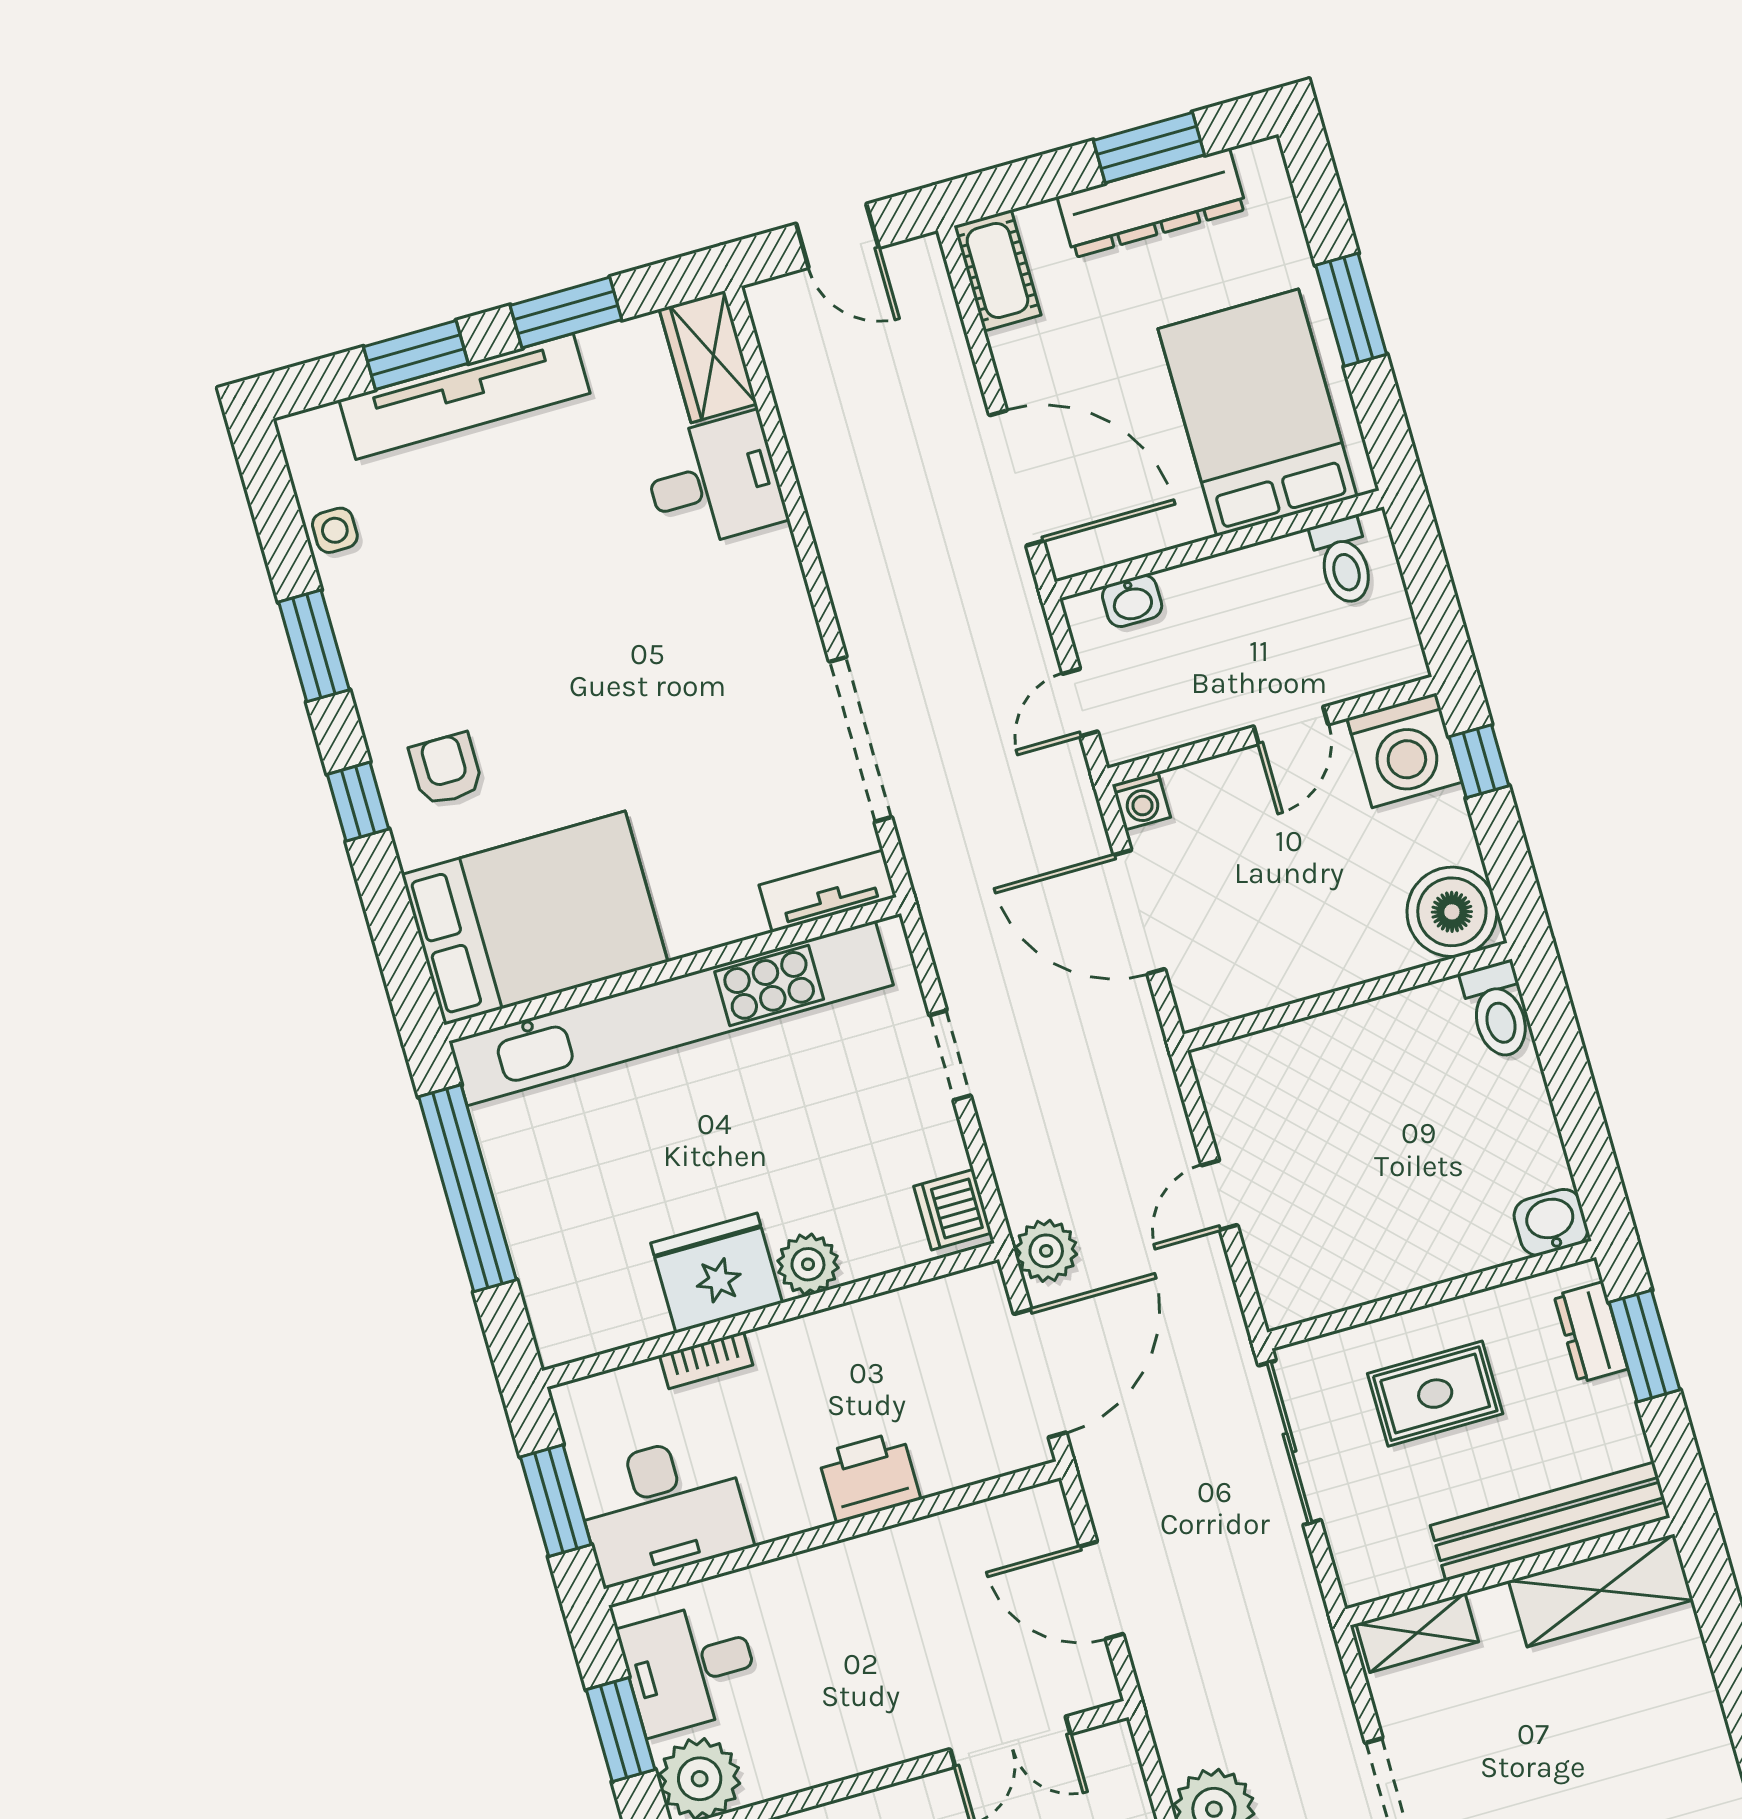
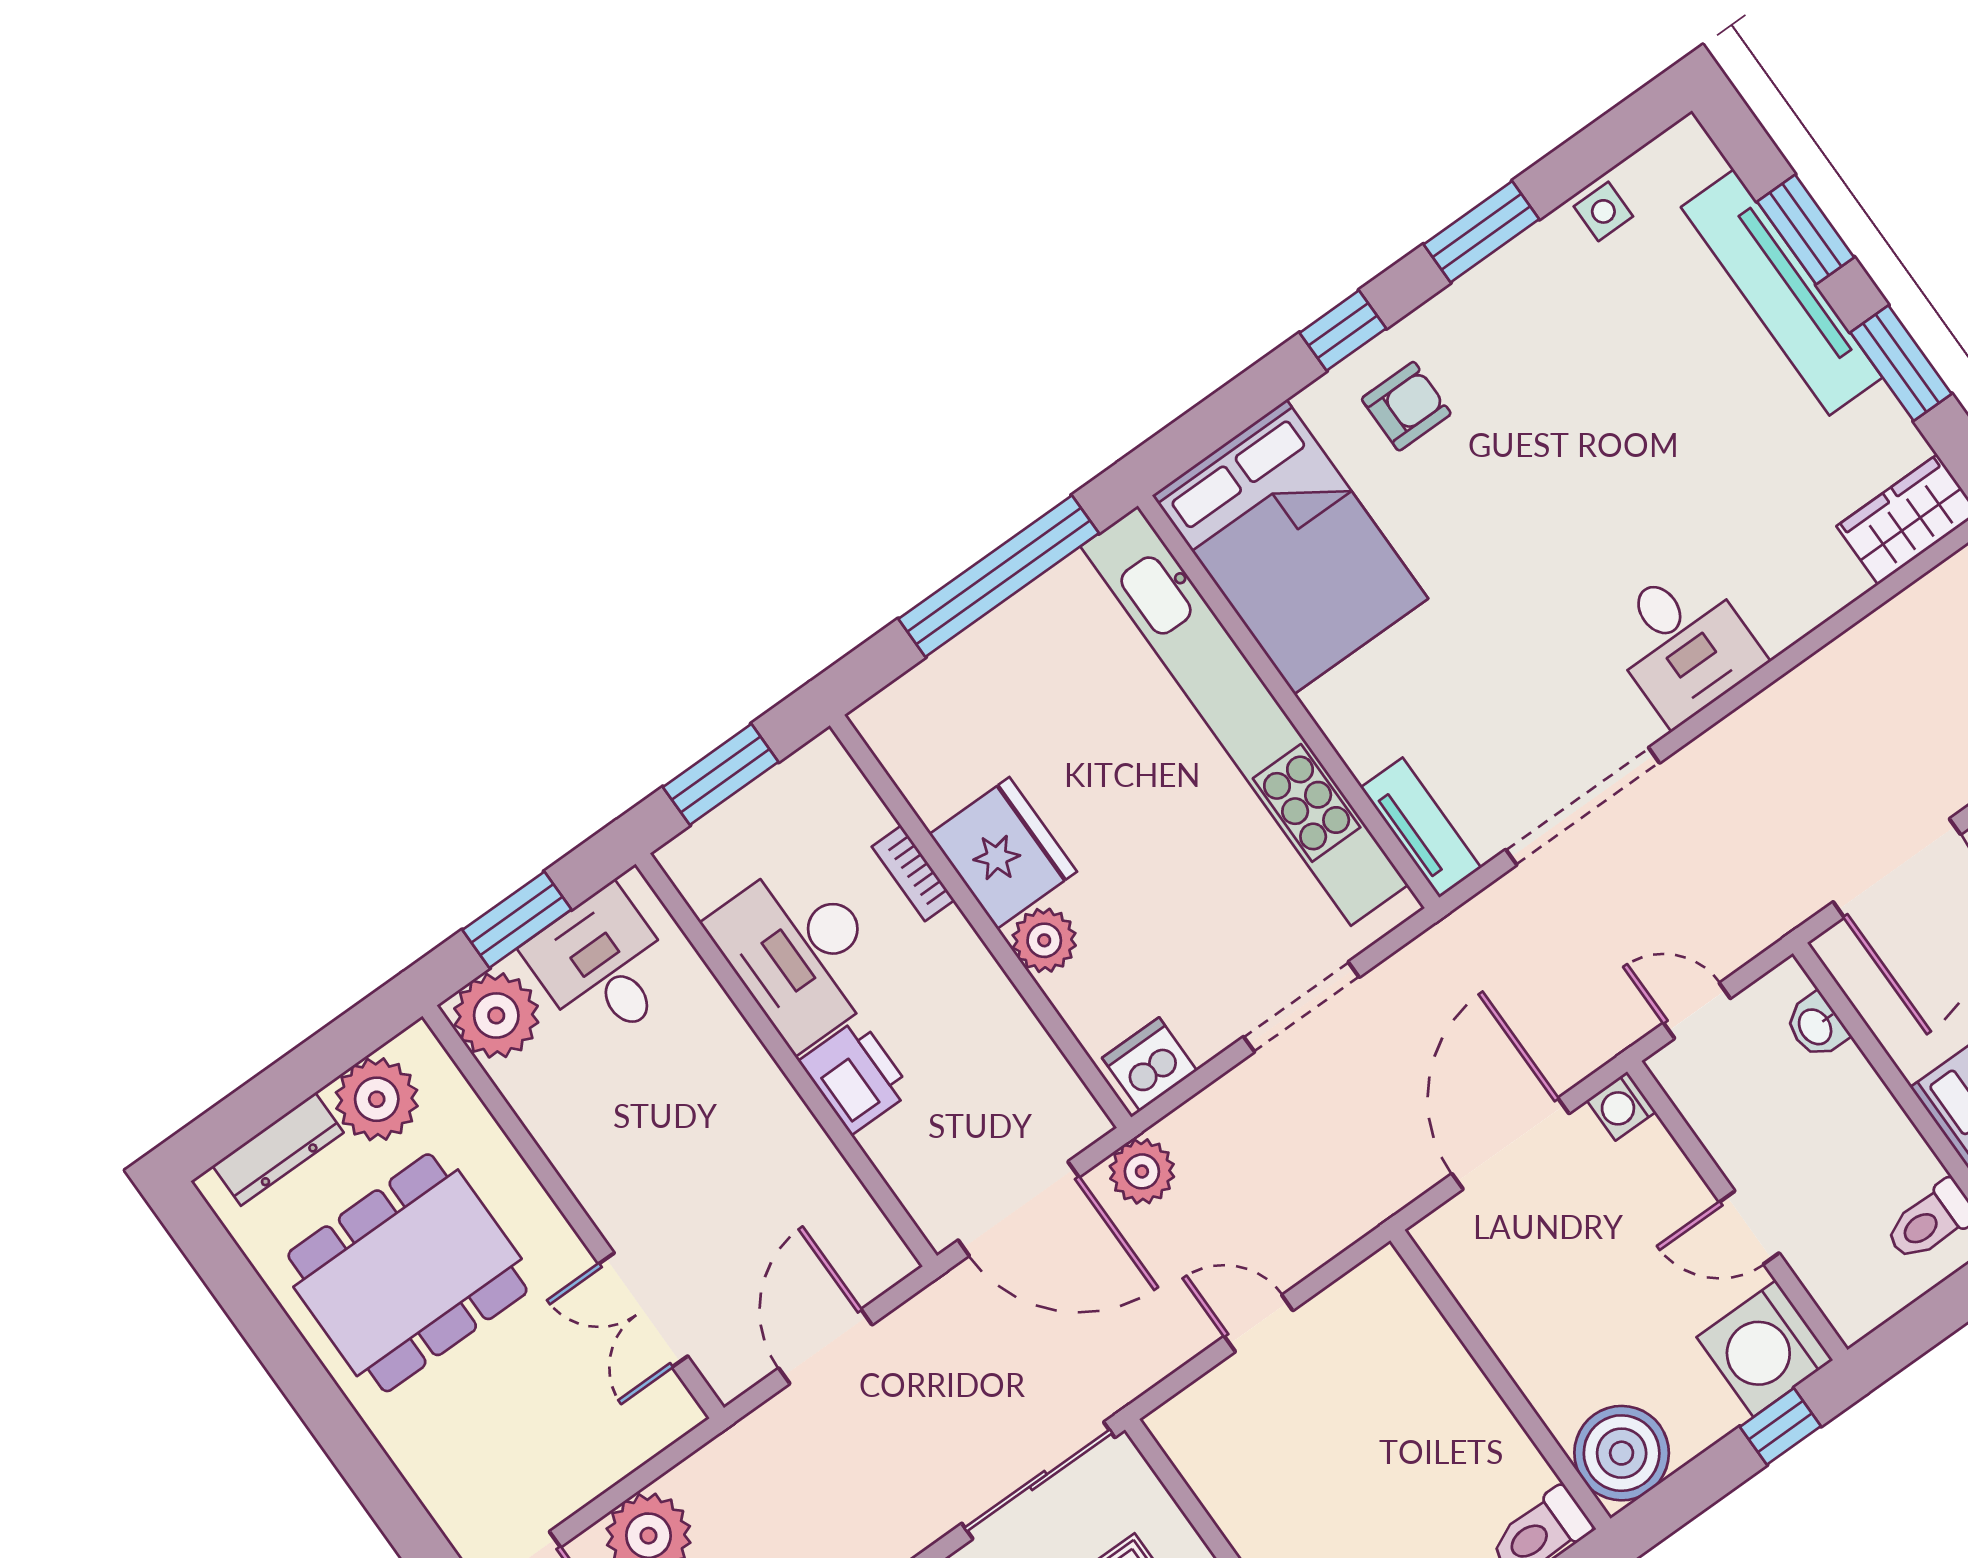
desk: (714, 481) -> (1683, 643), moved
doorway: (950, 1055) -> (1301, 1007), width x1.38
desk: (663, 1509) -> (800, 952), moved

